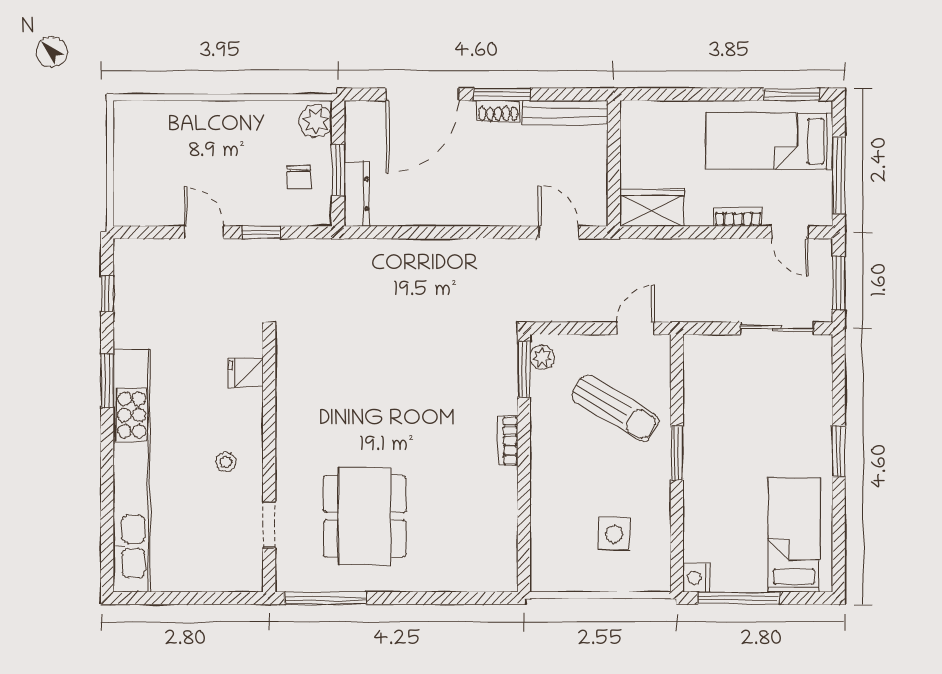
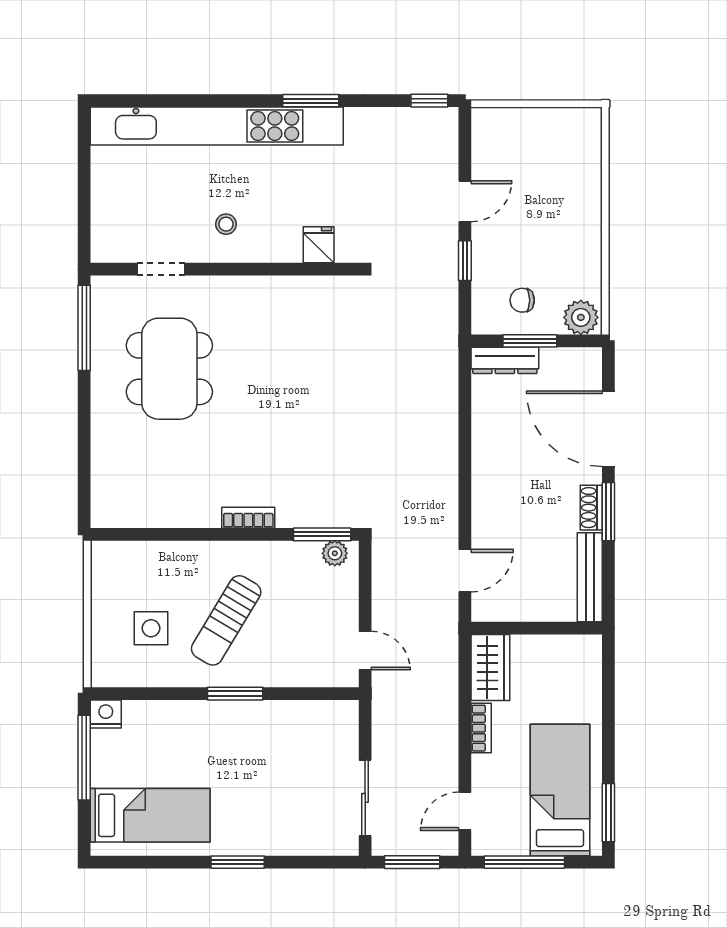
bookcase: (738, 217) -> (481, 728), moved
window: (107, 294) -> (429, 101), moved
sun lounger: (615, 408) -> (226, 620), moved
dining table: (365, 516) -> (169, 369), turned 90

